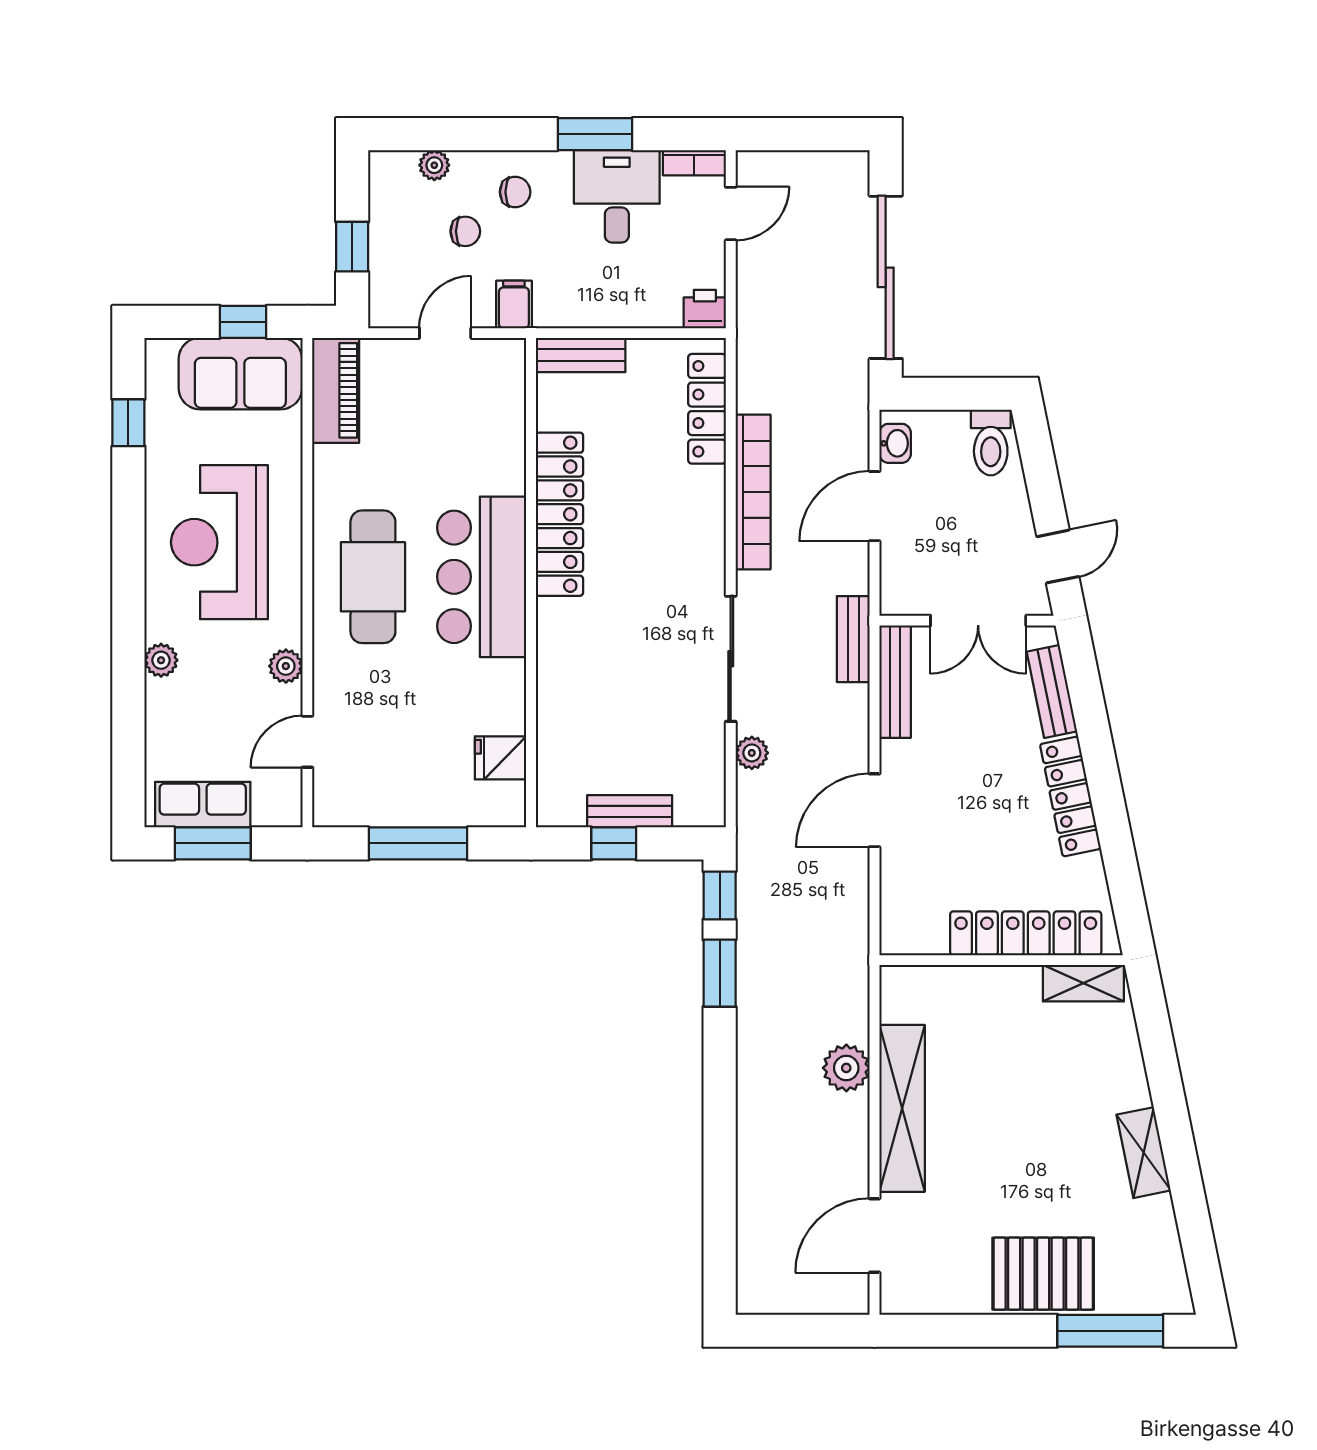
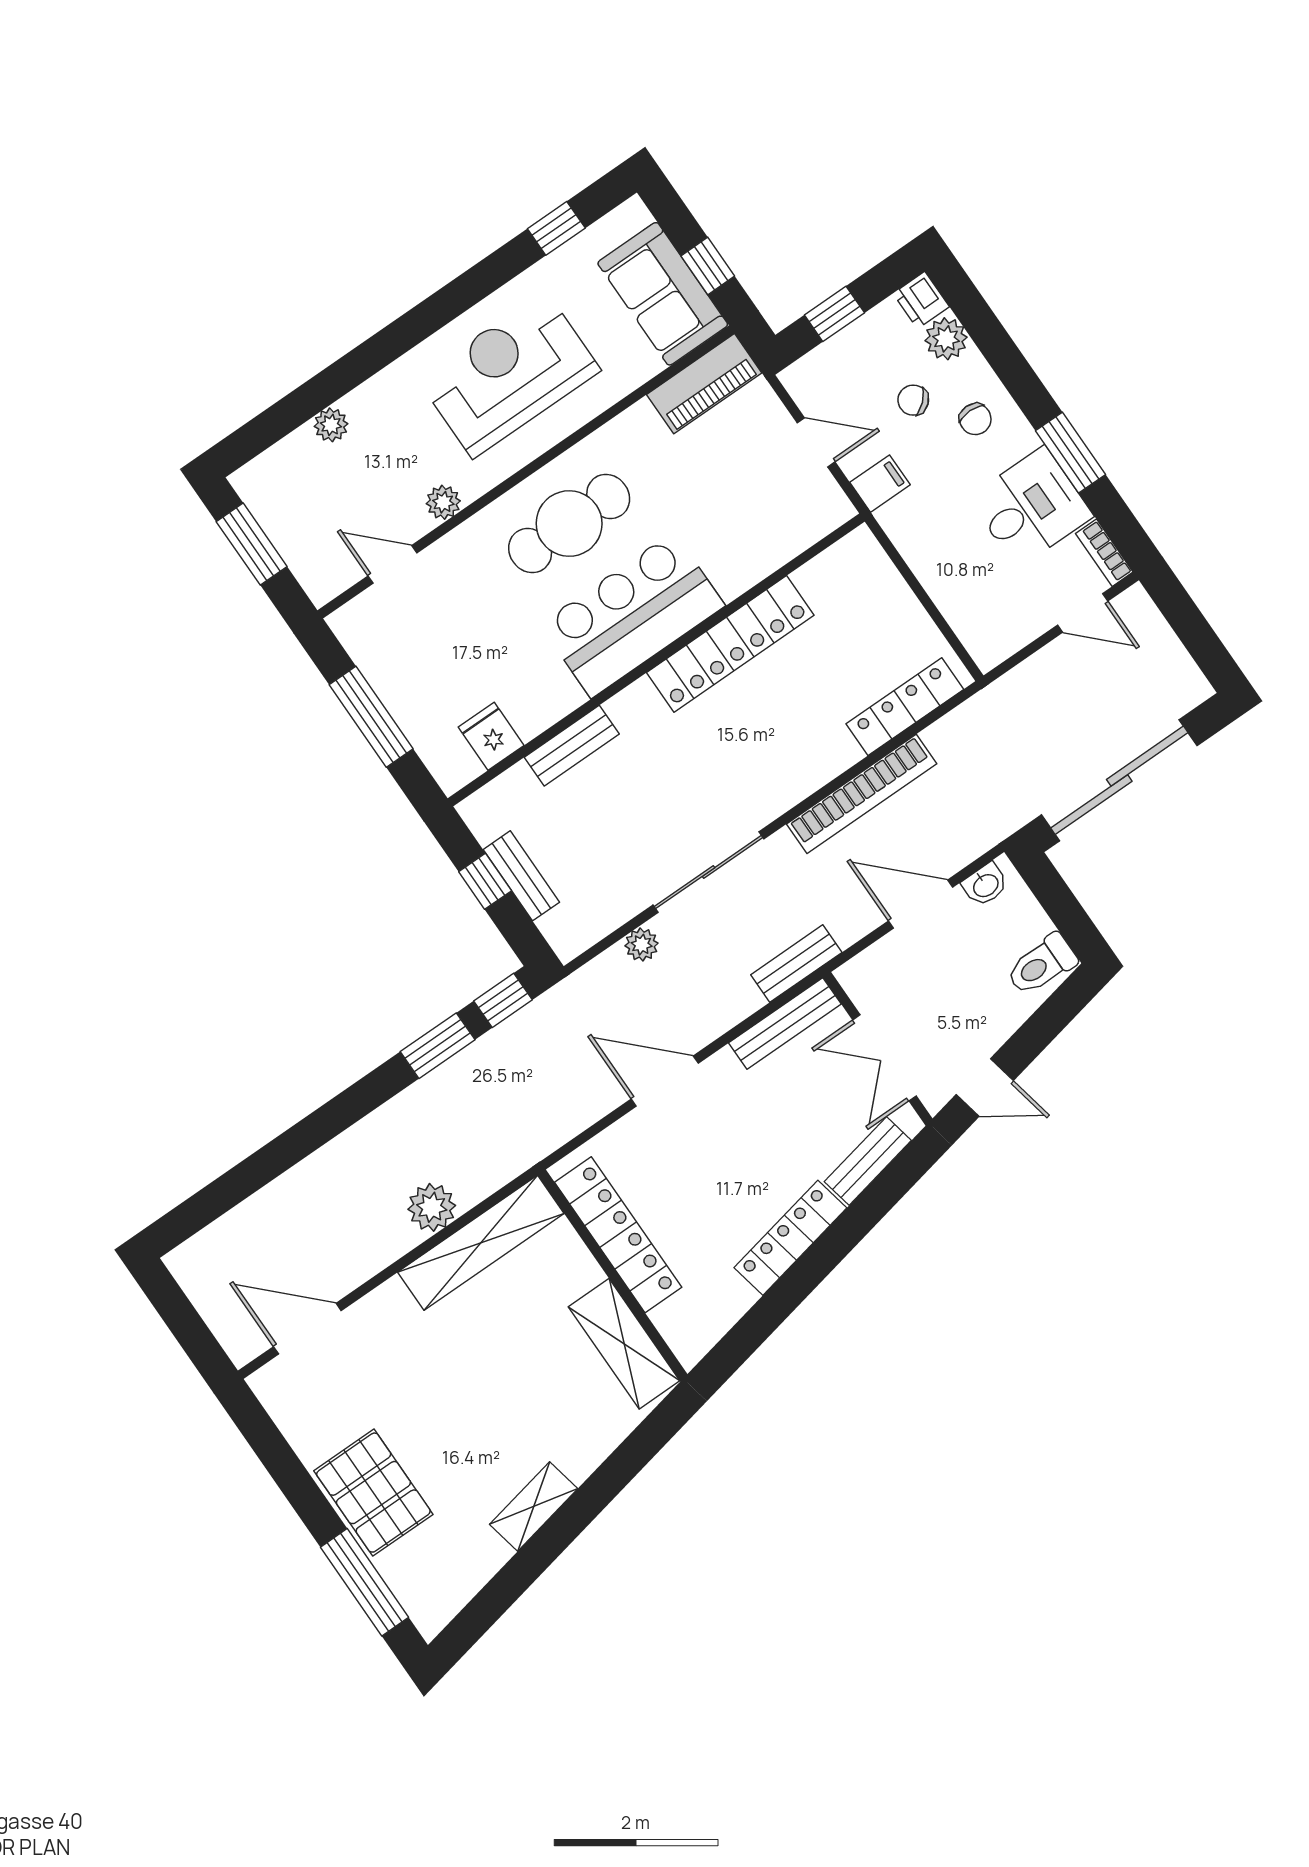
plant: (434, 165) -> (946, 339), width x1.38, depth x1.38
chair: (465, 231) -> (913, 400), turned 138
printer: (705, 309) -> (921, 300), moved, turned 180
bench: (581, 355) -> (572, 746), moved, turned 90
plant: (161, 660) -> (331, 425), moved
row of seats: (203, 805) -> (278, 513), removed
locker: (1026, 933) -> (618, 1235), moved
shelving: (1083, 983) -> (624, 1344), width x1.50, depth x1.33
shelving: (902, 1108) -> (481, 1243), moved

